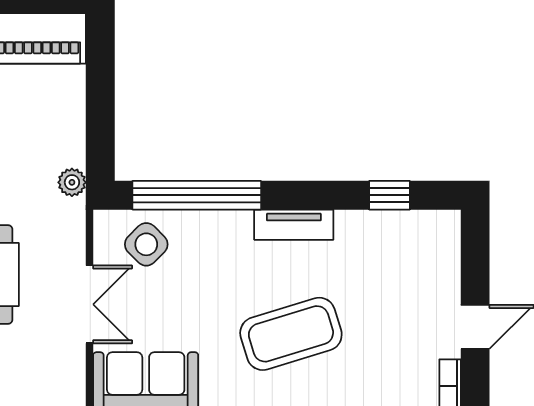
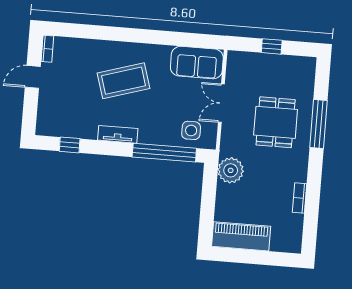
plant: (72, 182) -> (231, 170), width x1.88, depth x1.88
side table: (146, 244) -> (191, 130), turned 45

